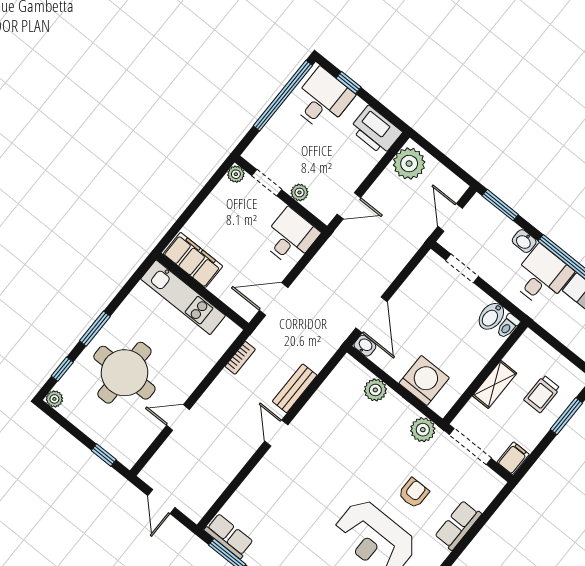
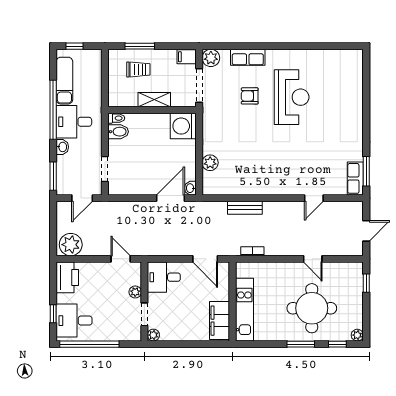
washing machine: (424, 380) -> (183, 126), moved
plant: (423, 430) -> (211, 58), moved
door: (276, 433) -> (314, 198), moved

